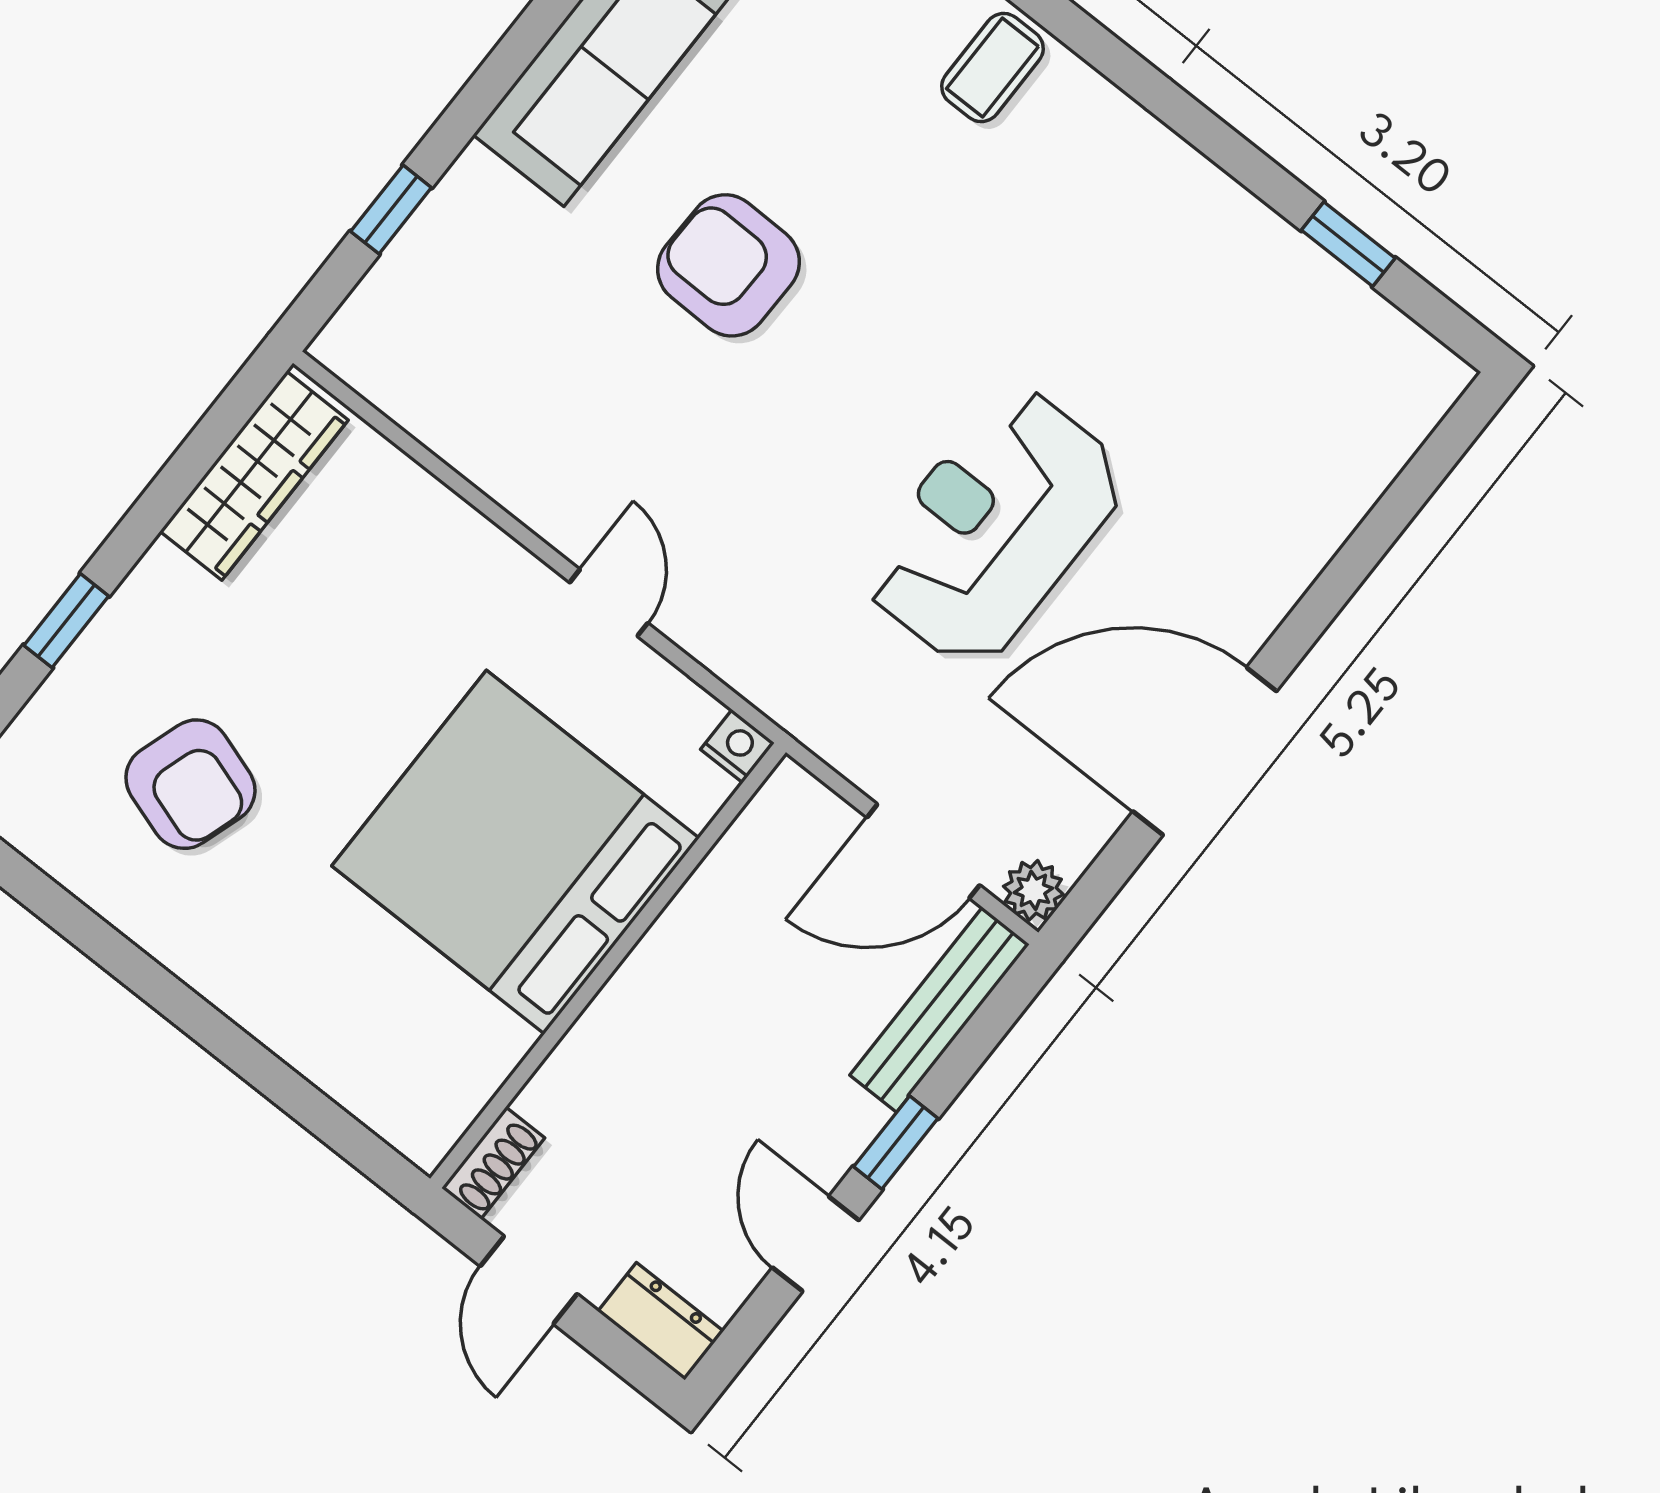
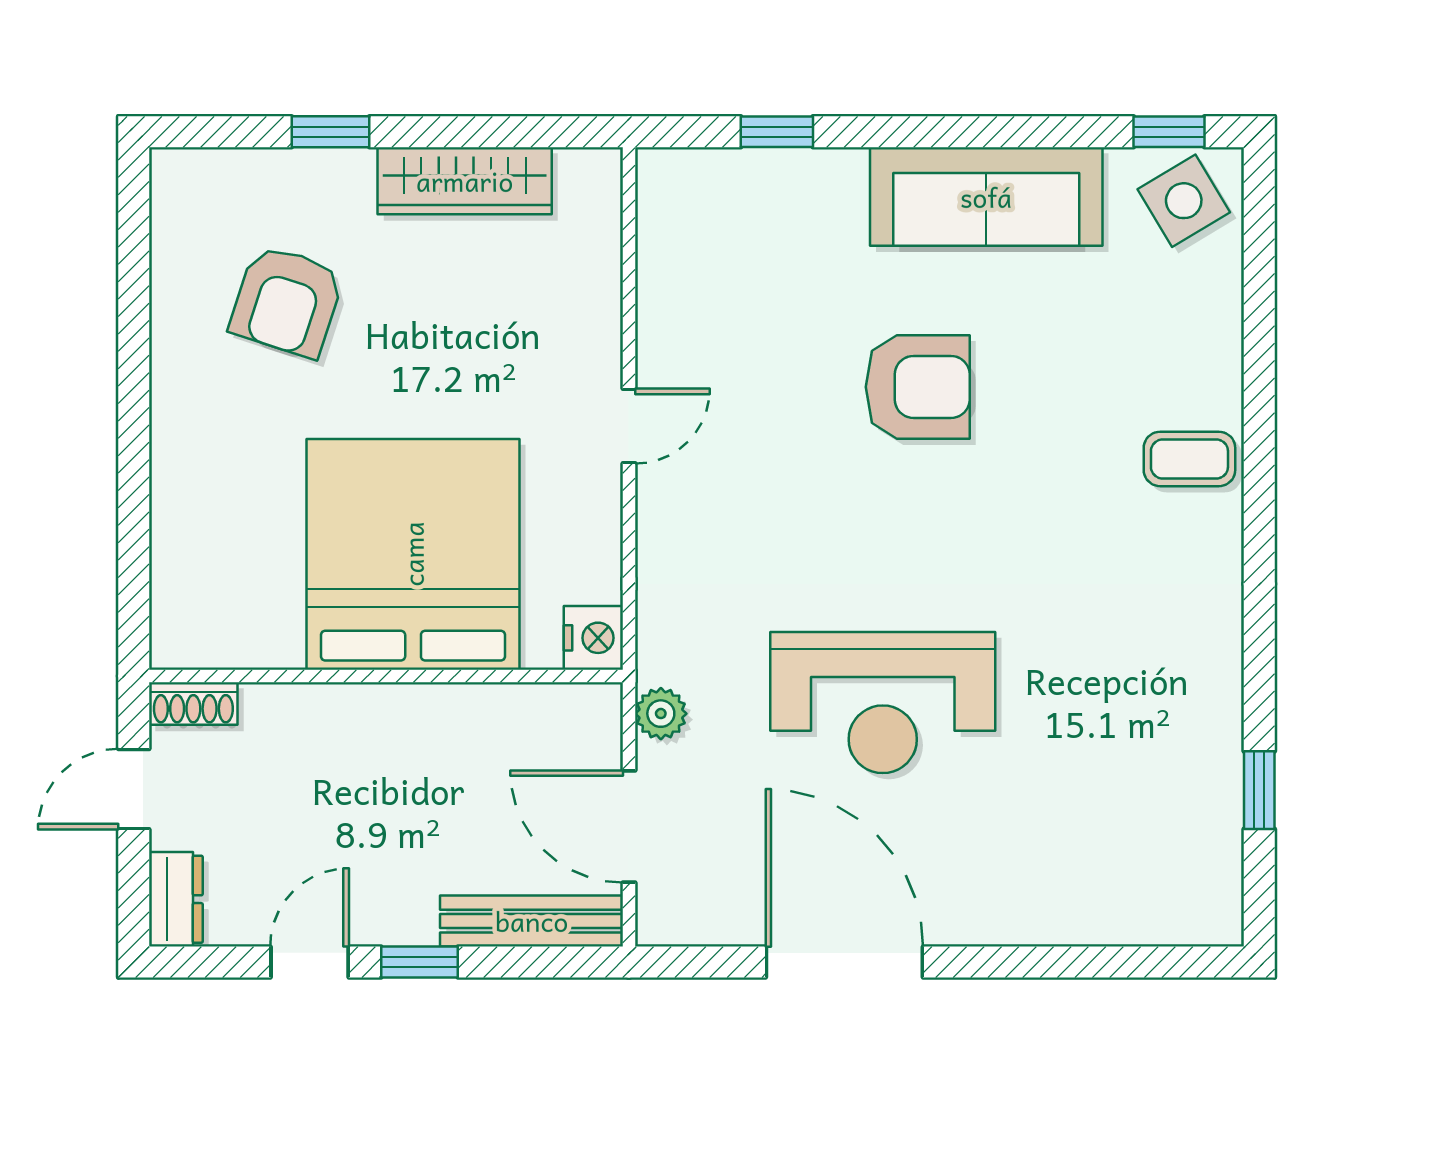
armchair: (728, 265) -> (918, 387), turned 89
wardrobe: (254, 476) -> (465, 181), moved
reception desk: (994, 527) -> (883, 702), turned 180
door: (609, 603) -> (629, 426), moved
nightstand: (737, 746) -> (593, 638), width x1.39, depth x1.35
plant: (1033, 890) -> (661, 714), moved

